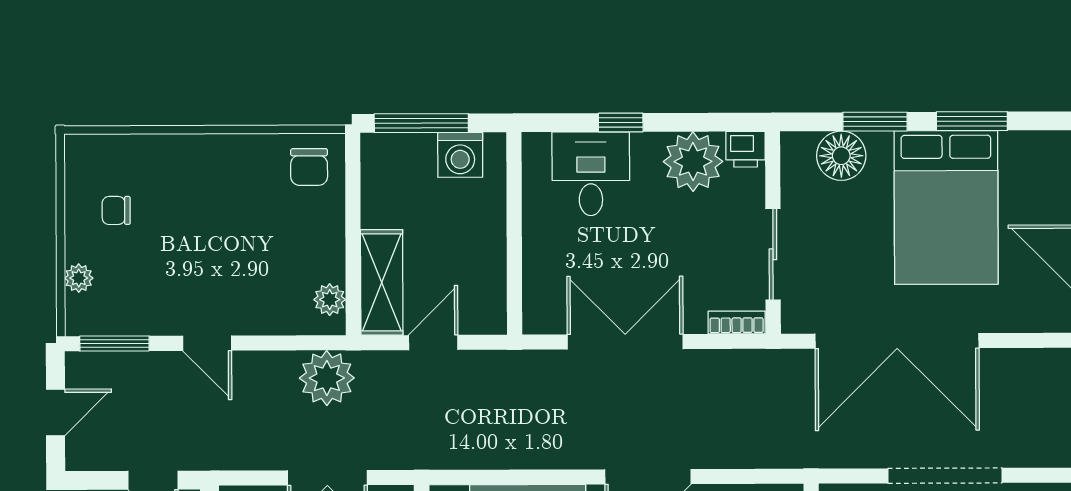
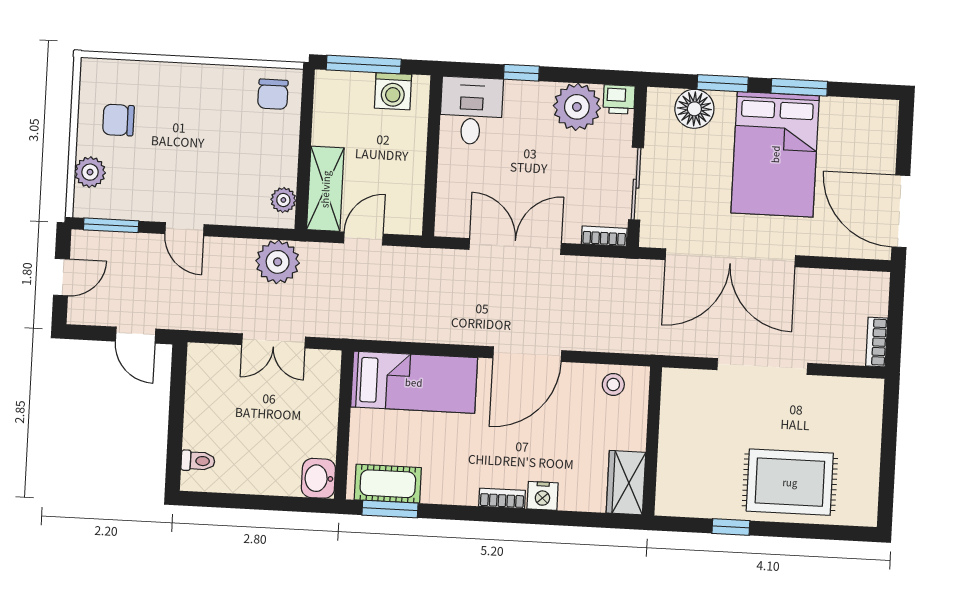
desk: (591, 174) -> (471, 111), moved
chair: (116, 210) -> (118, 120), width x1.37, depth x1.37
plant: (79, 278) -> (90, 172), width x1.38, depth x1.38

